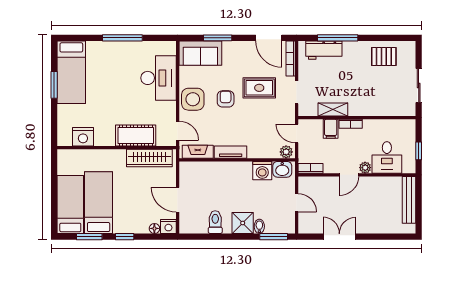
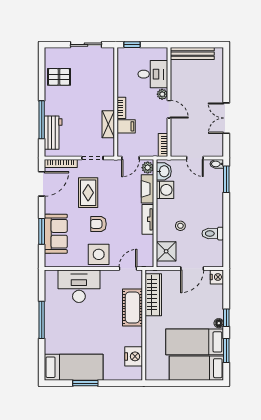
sofa: (200, 53) -> (56, 234), moved
pallet: (384, 57) -> (59, 77), turned 90
window: (419, 151) -> (132, 45), moved
fireplace: (198, 152) -> (147, 189), moved
stool: (224, 187) -> (180, 226), added
door: (297, 203) -> (195, 158), swing flipped
shower: (243, 223) -> (166, 251), moved
bidet: (259, 226) -> (217, 164), moved
floor lamp: (154, 228) -> (219, 323), moved

